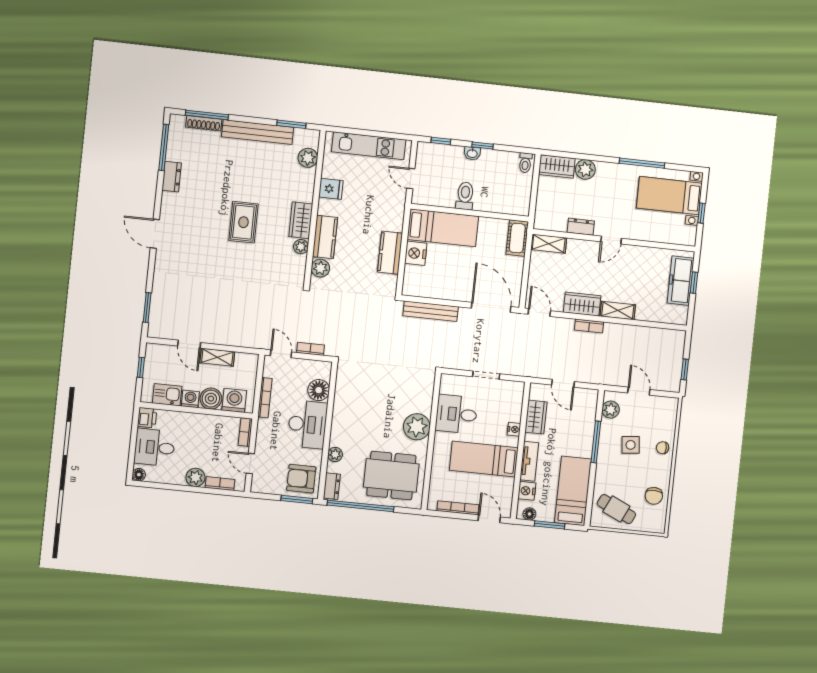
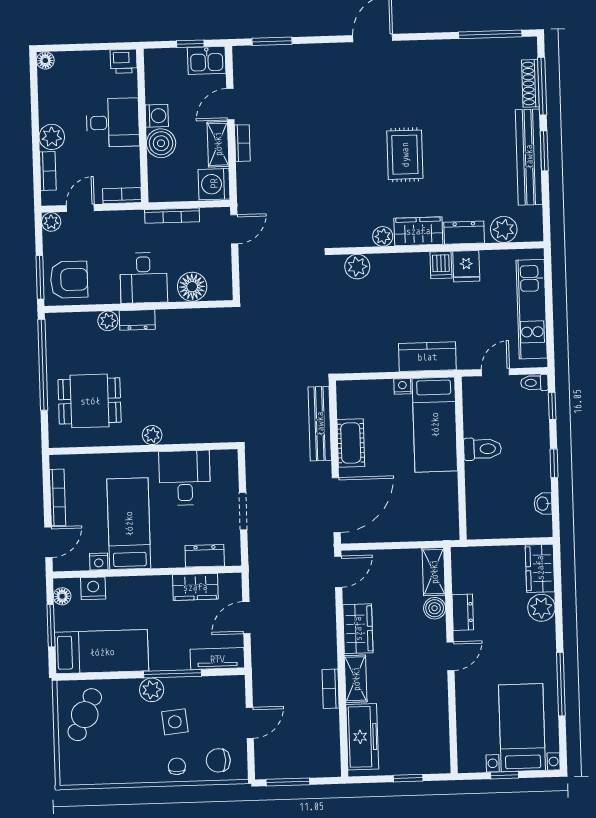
window: (291, 124) -> (544, 151), moved
washbasin: (472, 153) -> (543, 504), moved
toilet: (525, 163) -> (534, 383), moved
dresser: (172, 177) -> (464, 233), moved, turned 180
dishwasher: (328, 207) -> (441, 265), added
rug: (243, 222) -> (405, 155), turned 90
kitchen counter: (325, 237) -> (400, 267), removed
cot: (517, 238) -> (351, 443), moved, turned 90
door: (611, 240) -> (450, 656), swing flipped
boiler: (575, 247) -> (435, 608), added
kitchen counter: (390, 253) -> (427, 357), moved
nightstand: (416, 253) -> (402, 386), width x0.53, depth x0.56
freezer: (681, 281) -> (362, 737), moved, turned 90
bookcase: (589, 326) -> (331, 689), moved
bookcase: (311, 349) -> (242, 143), moved
window: (685, 370) -> (288, 782), width x1.50
kitchen sink: (167, 395) -> (207, 60), moved, turned 90
washing machine: (234, 400) -> (214, 184), moved, turned 180
dresser: (514, 407) -> (205, 556), added
plant: (611, 410) -> (152, 690), moved
desk: (307, 424) -> (144, 278), width x0.73
plant: (417, 427) -> (152, 435), width x0.53, depth x0.53
nightstand: (514, 429) -> (99, 562), moved
desk: (155, 447) -> (113, 123), moved, turned 90
tv unit: (529, 461) -> (217, 659), moved, turned 180
dining table: (391, 475) -> (90, 401), width x0.73
armchair: (301, 479) -> (69, 280), turned 90
plant: (257, 486) -> (51, 222), added
dresser: (332, 486) -> (137, 320), moved
chair: (654, 496) -> (218, 760), moved

